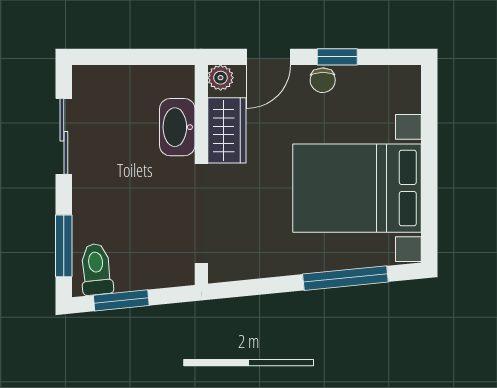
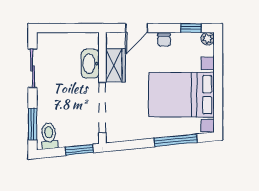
window: (337, 57) -> (191, 28), moved
plant: (221, 78) -> (208, 39), moved
window: (121, 300) -> (79, 150), moved

